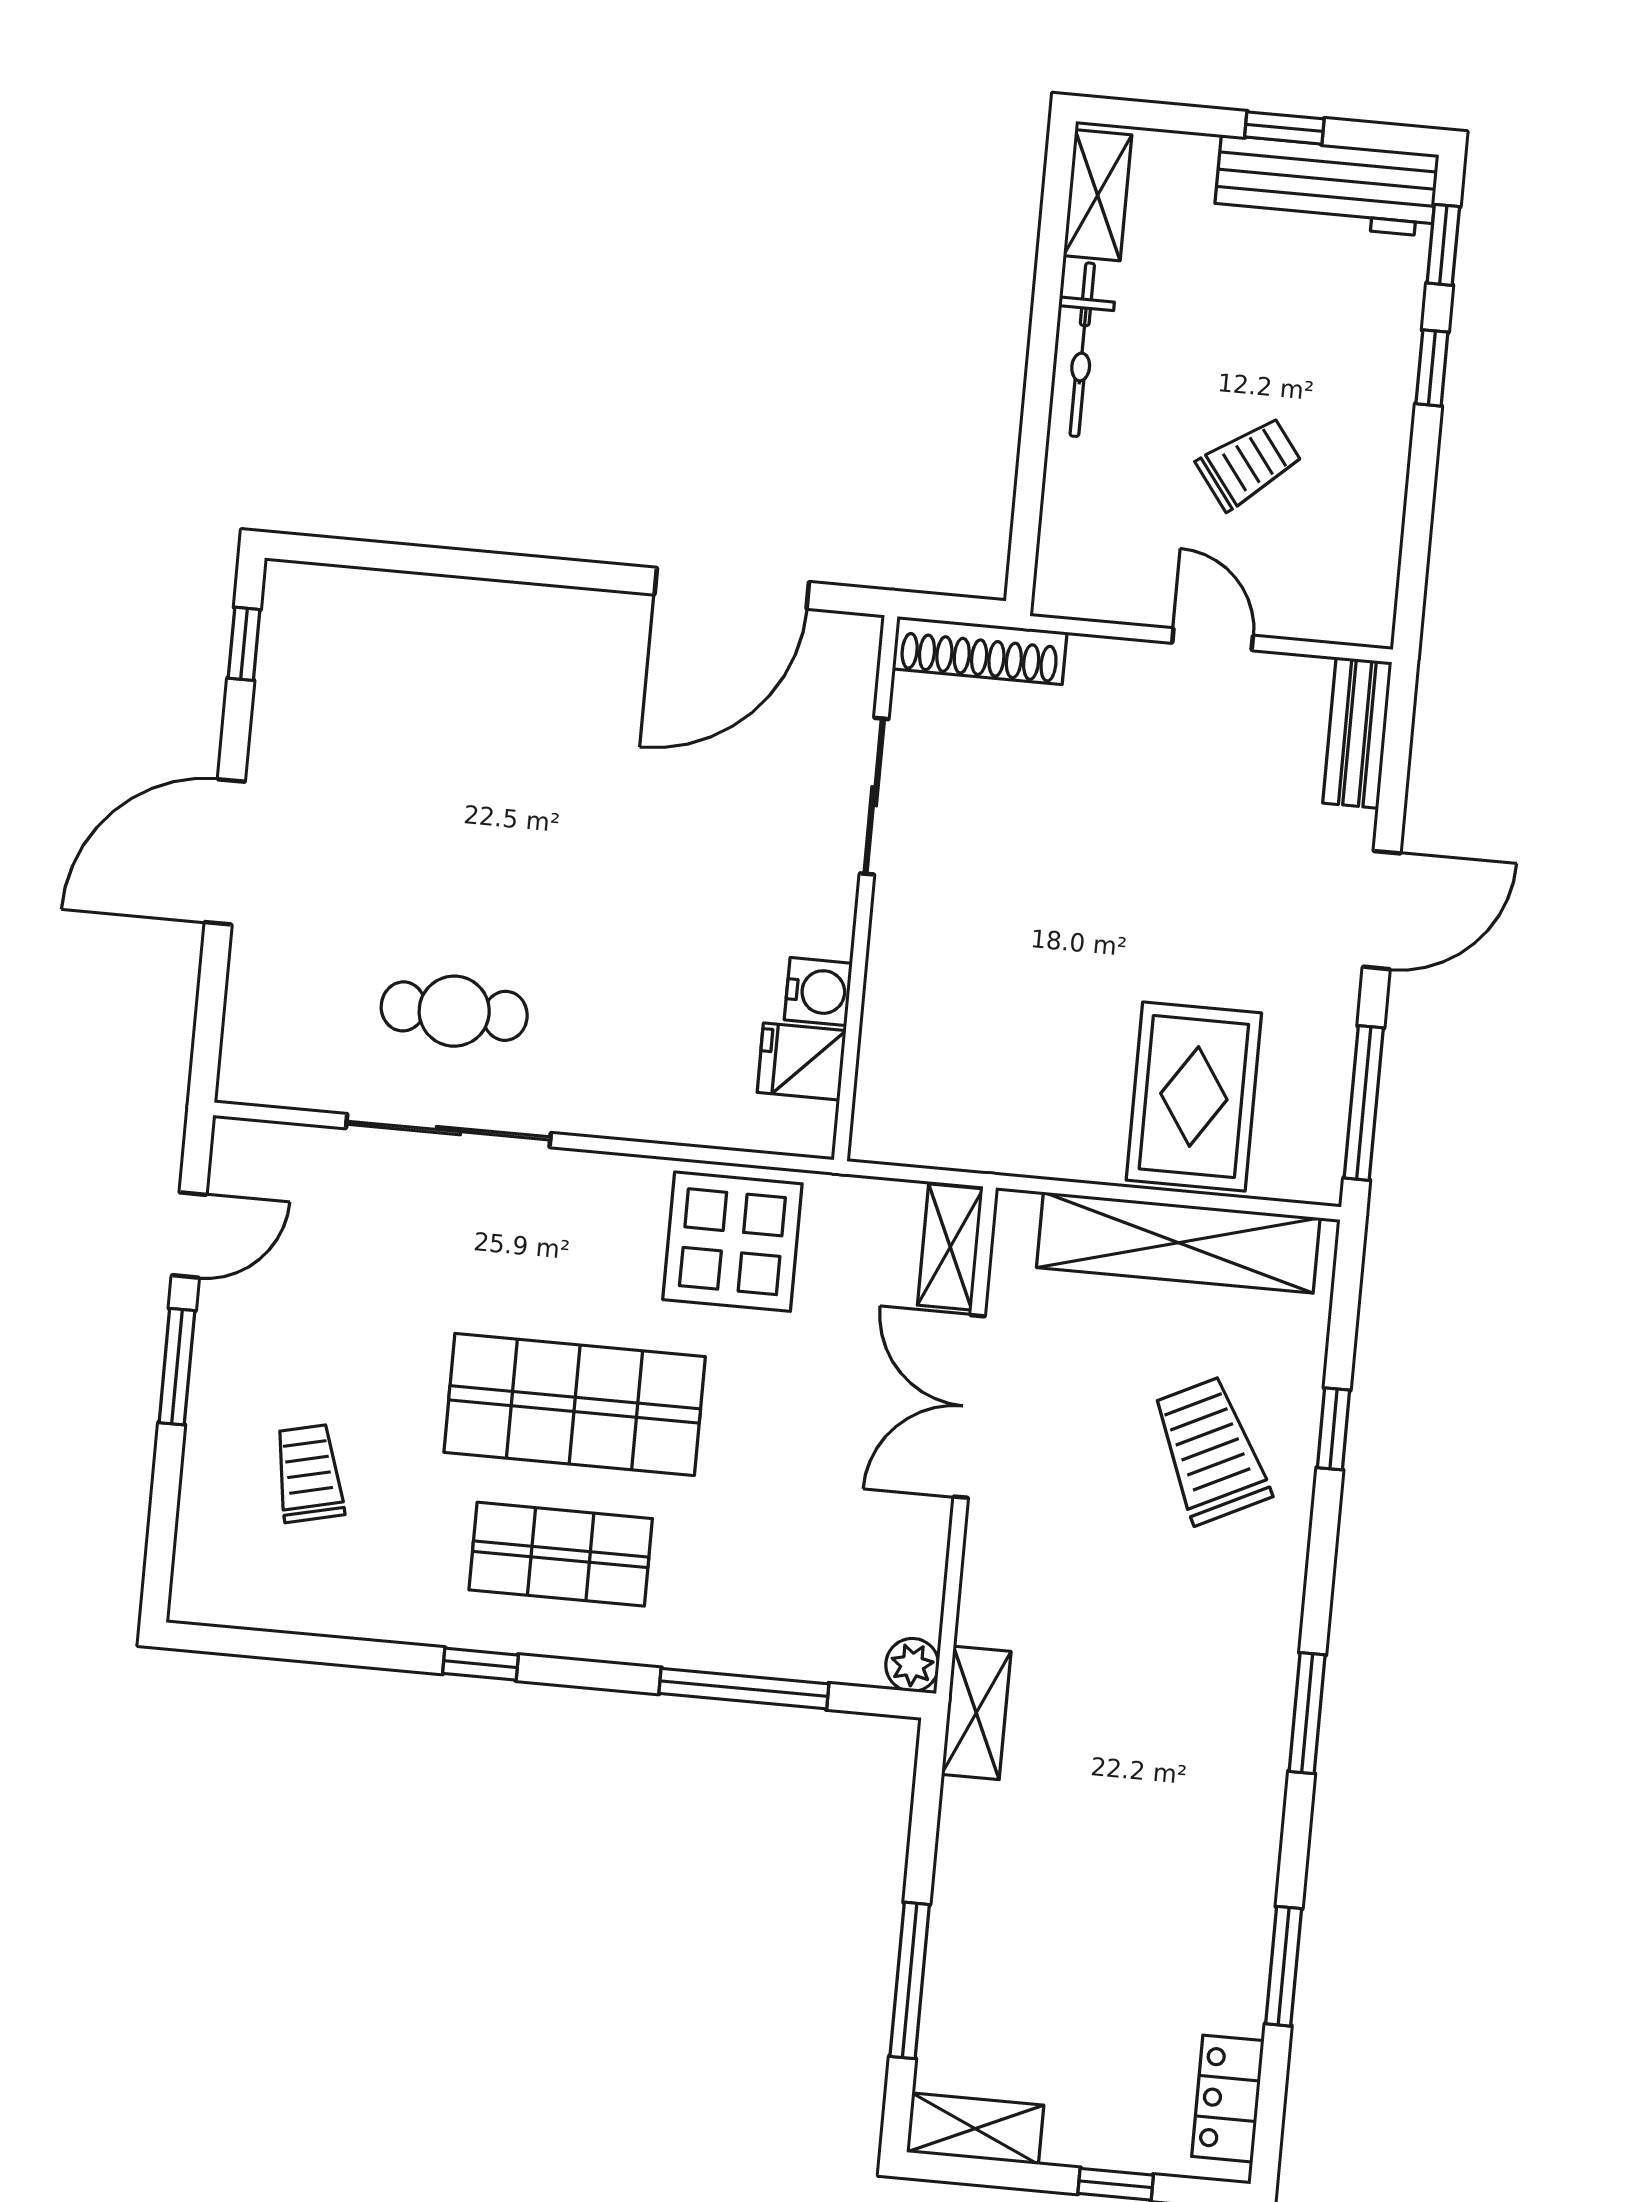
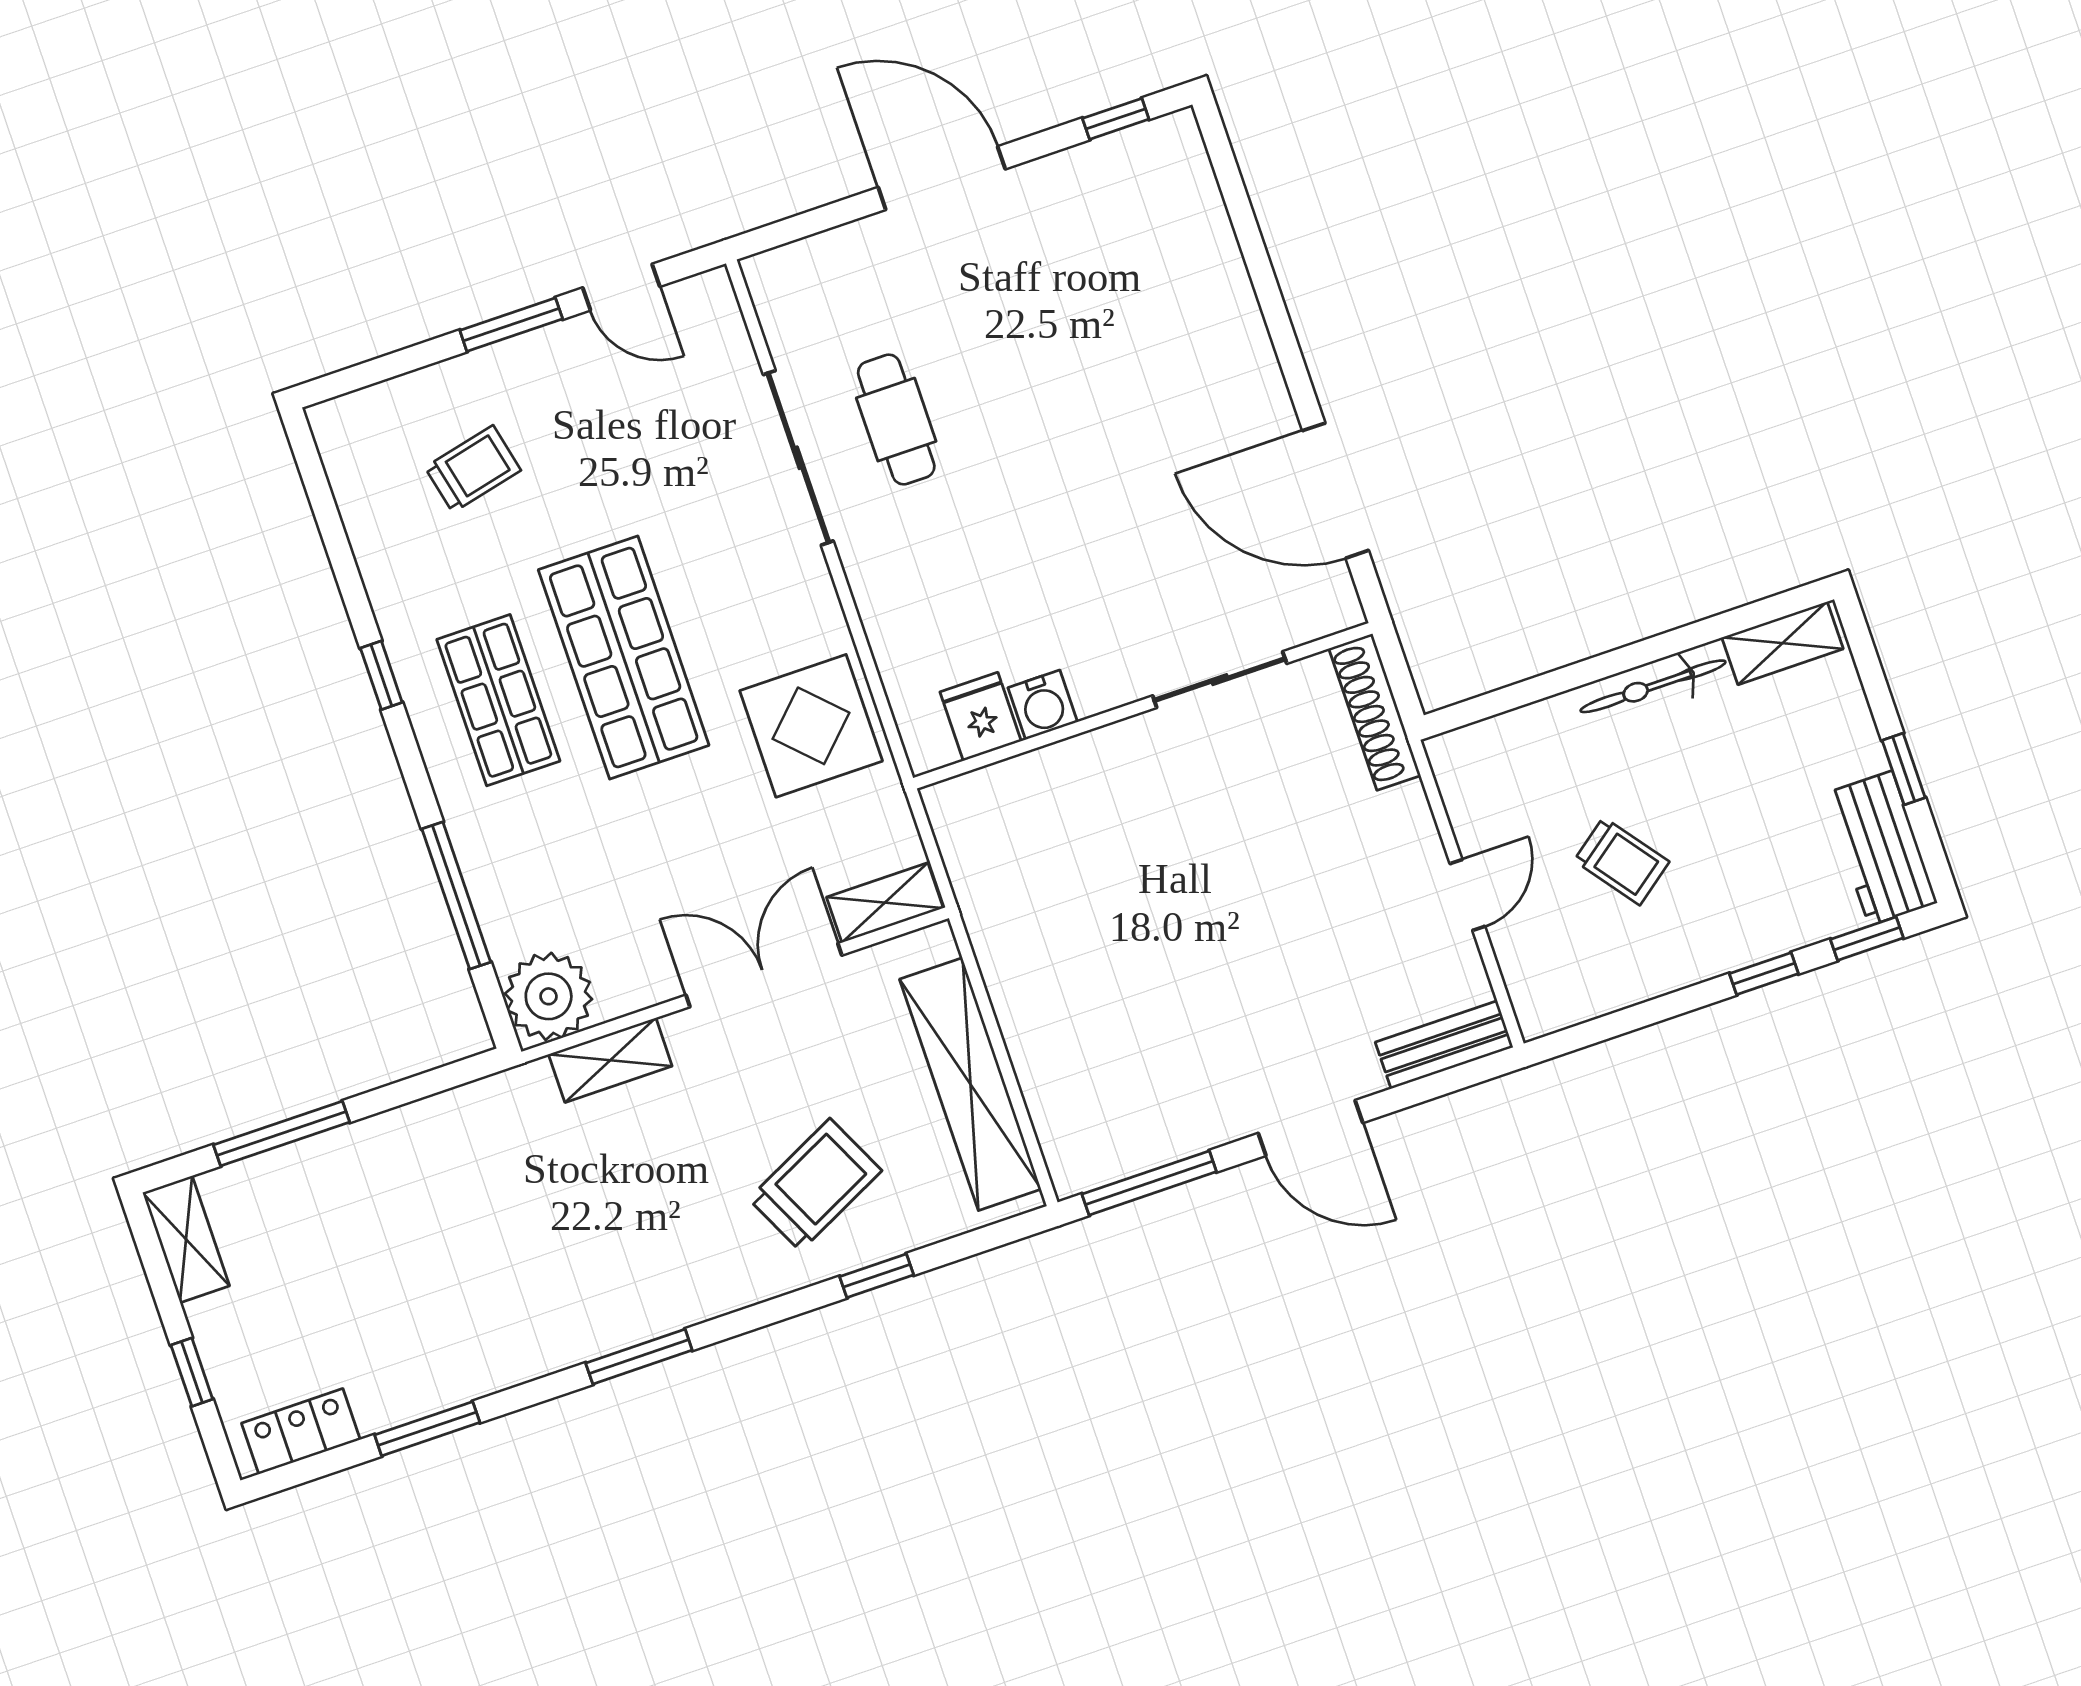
workbench: (1326, 186) -> (1881, 848), width x0.73
rug: (1194, 1097) -> (1093, 1044), removed
plant: (912, 1665) -> (549, 996), width x1.88, depth x1.88
shelving: (976, 1713) -> (610, 1060), moved

